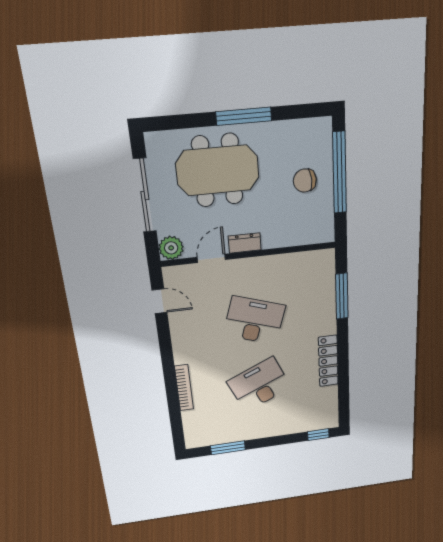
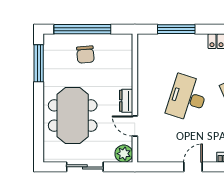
window: (244, 116) -> (39, 63), moved
sliding door: (145, 195) -> (85, 167), width x0.73
door: (159, 301) -> (193, 167), moved

